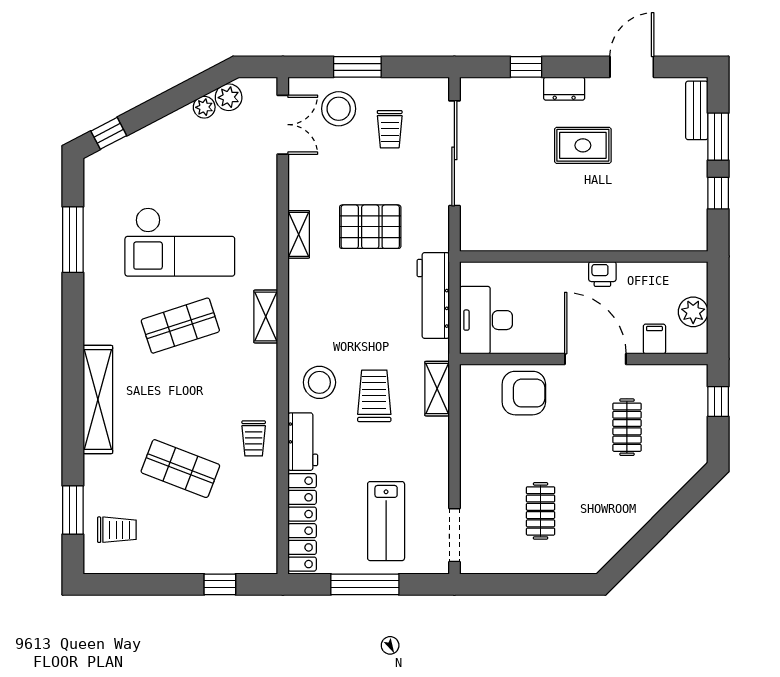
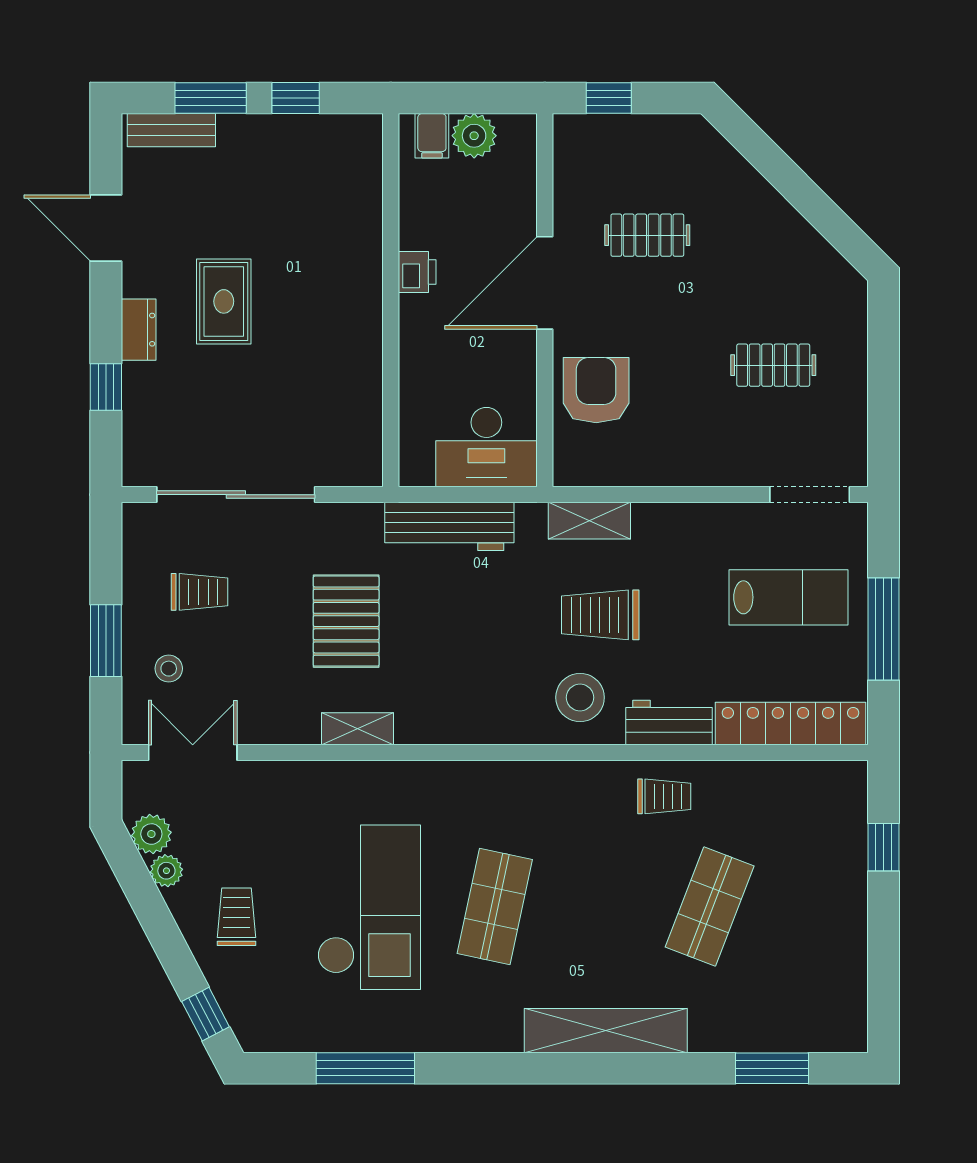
stool: (339, 109) -> (169, 669), width x0.53, depth x0.53
shelving: (266, 317) -> (481, 778), removed
shop shelf: (180, 326) -> (495, 906), turned 30
filing cabinet: (654, 339) -> (432, 136), moved, turned -90
trolley: (117, 530) -> (237, 917), moved

